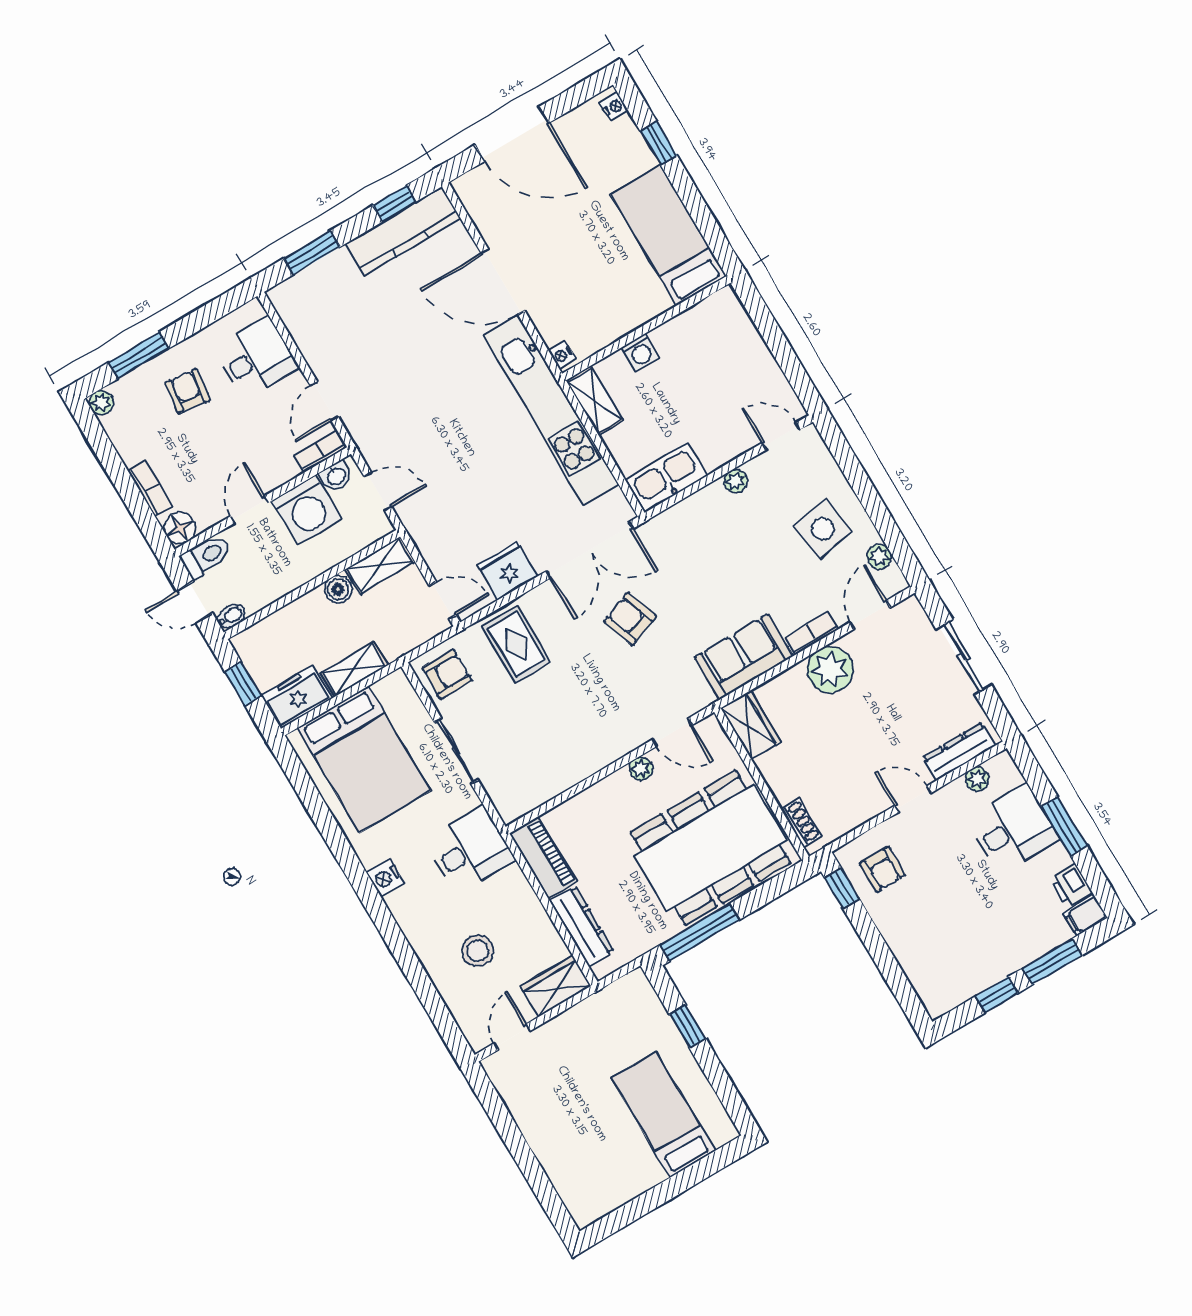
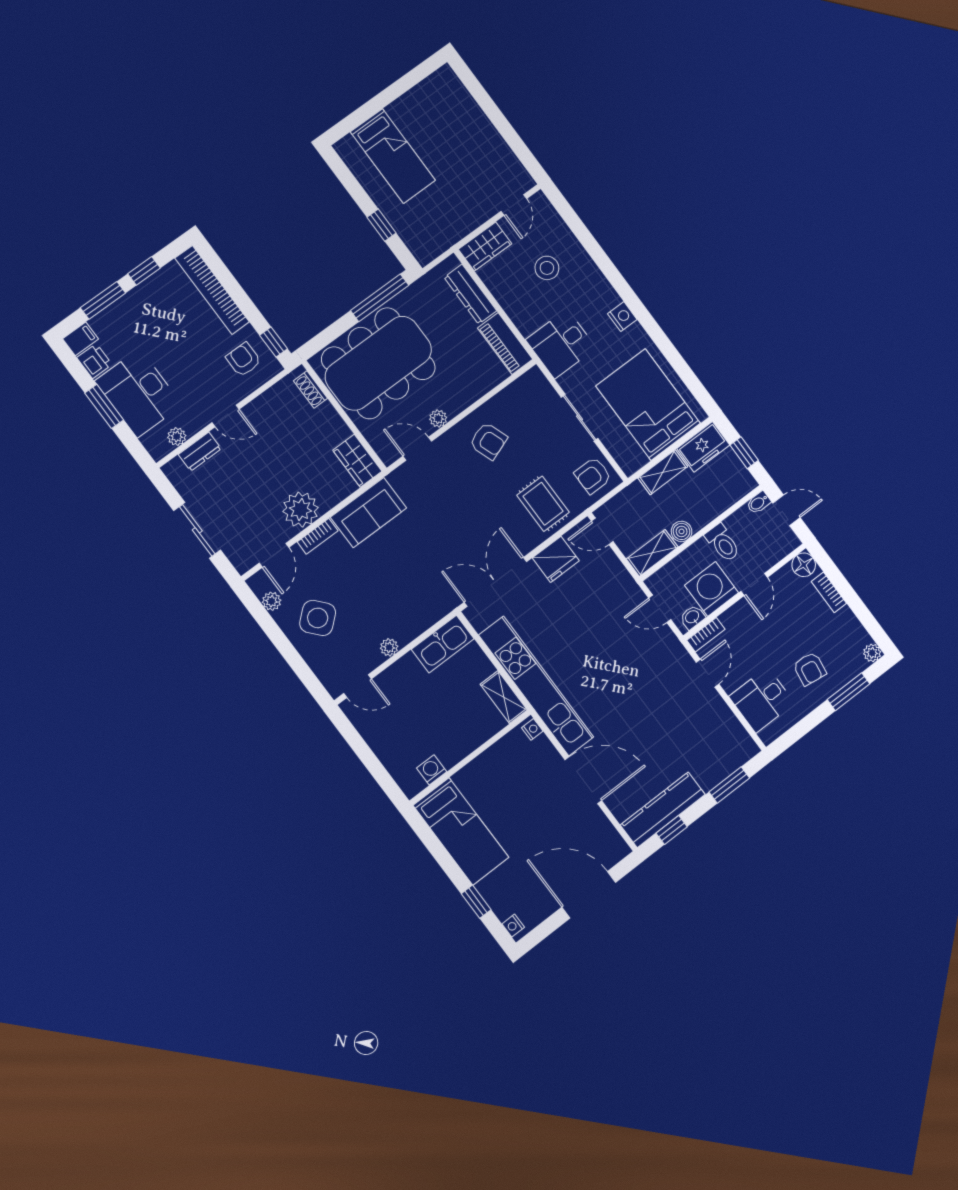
washing machine: (640, 352) -> (432, 770), moved
side table: (823, 529) -> (318, 618), turned -31
toilet: (206, 556) -> (723, 543), moved, turned -90
armchair: (630, 619) -> (488, 441), moved
dresser: (959, 752) -> (200, 452), width x0.70
desk: (1013, 829) -> (139, 393), width x1.37
bookcase: (913, 962) -> (212, 290), added

